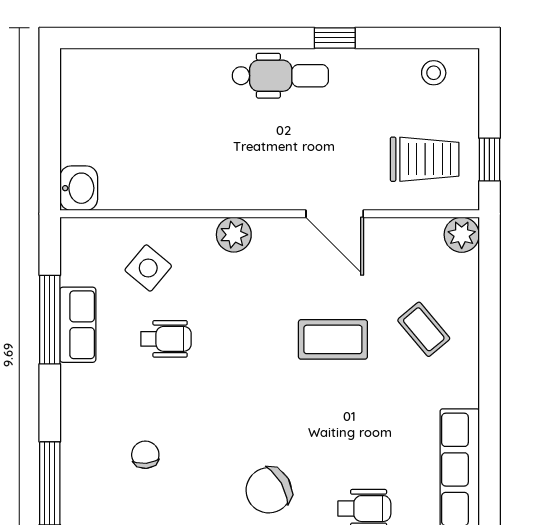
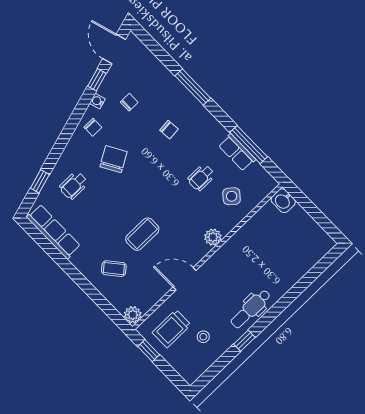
stool: (434, 73) -> (203, 337), moved

